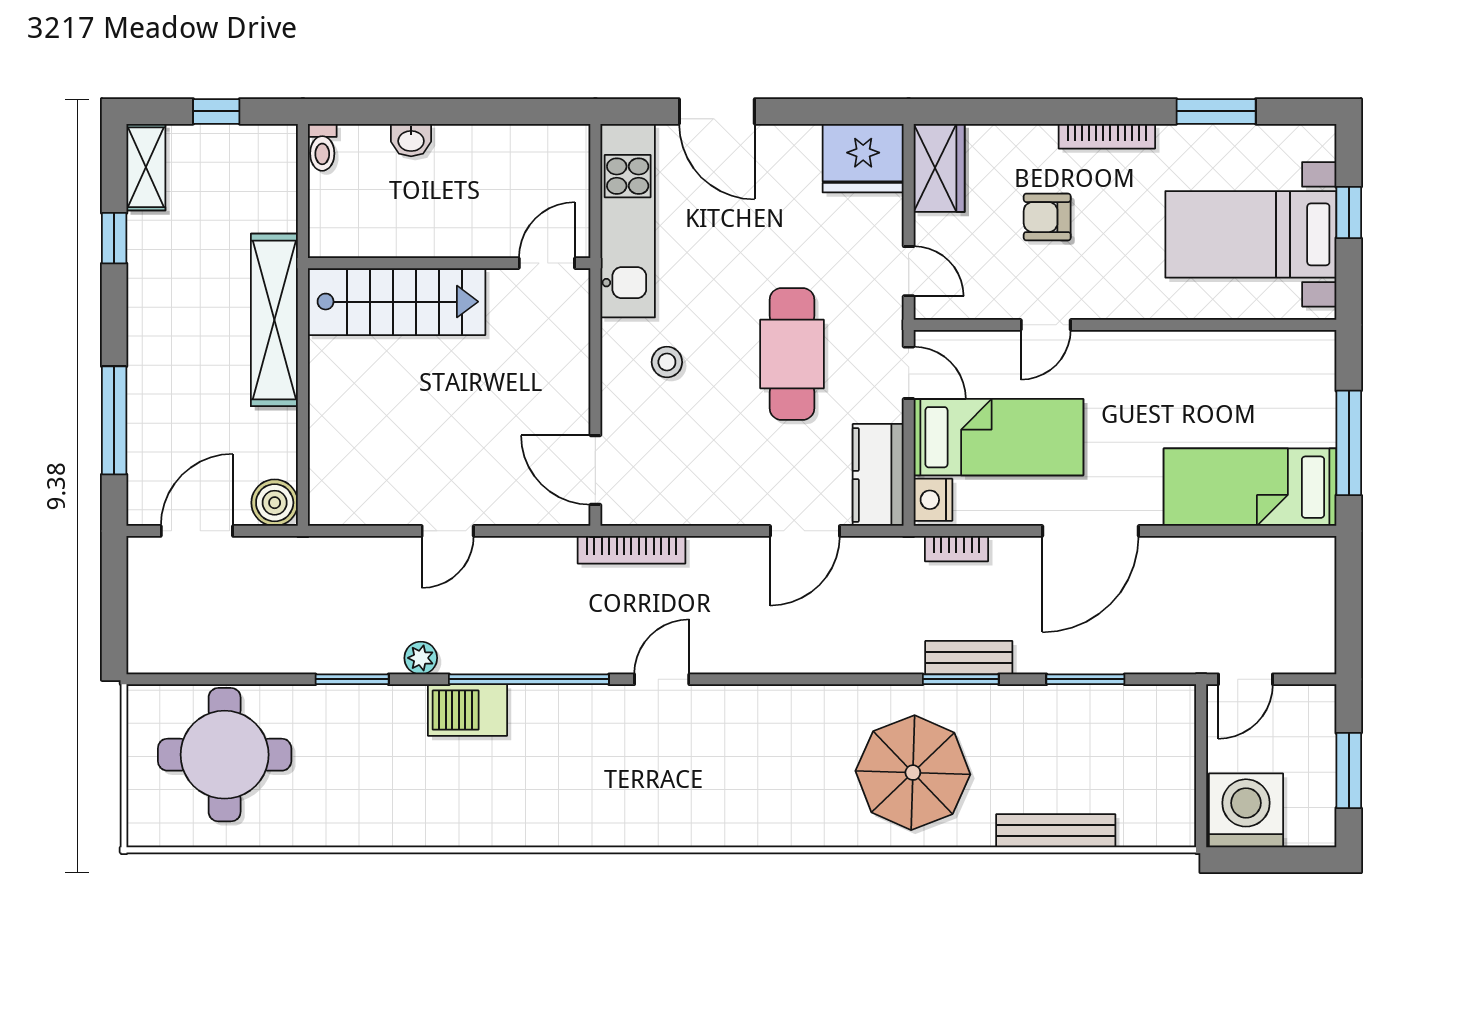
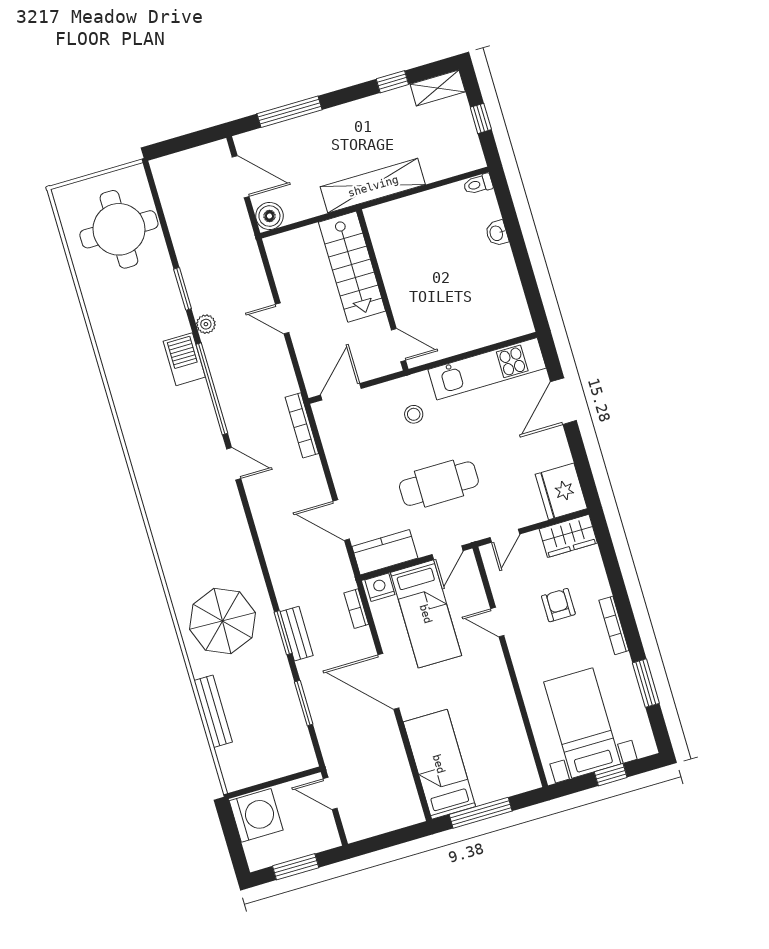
wall: (449, 263) -> (382, 290), moved
door: (547, 263) -> (399, 345), moved
stairs: (397, 302) -> (352, 267), moved

